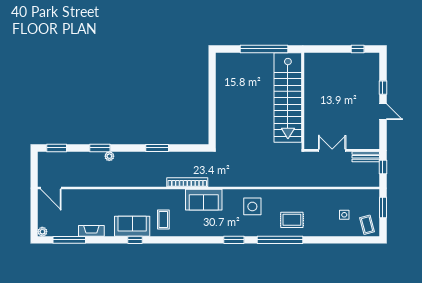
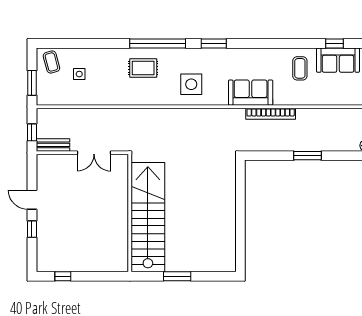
window: (264, 49) -> (177, 276), width x0.47

